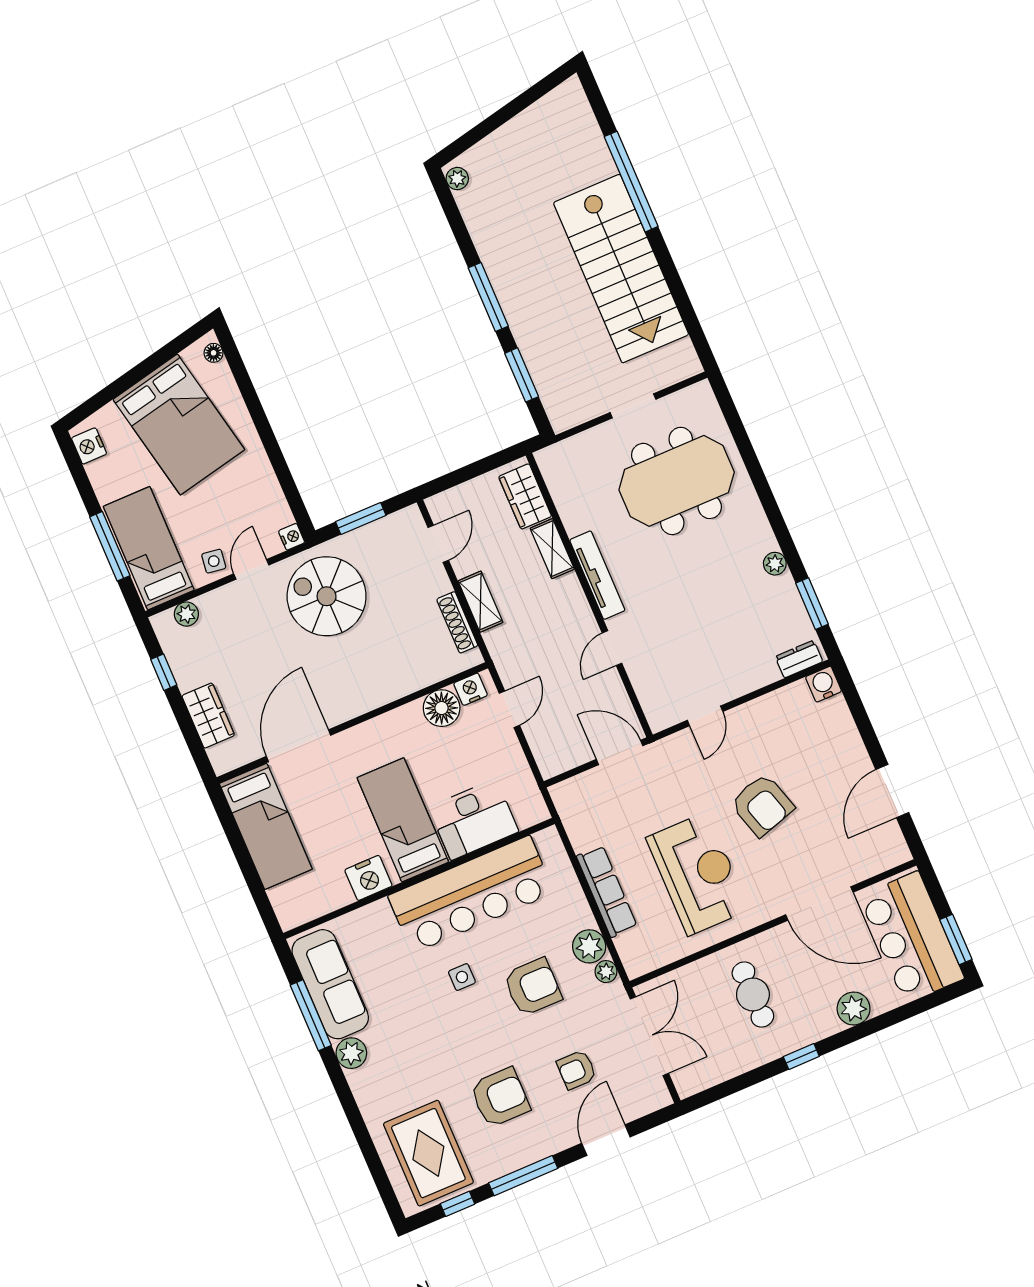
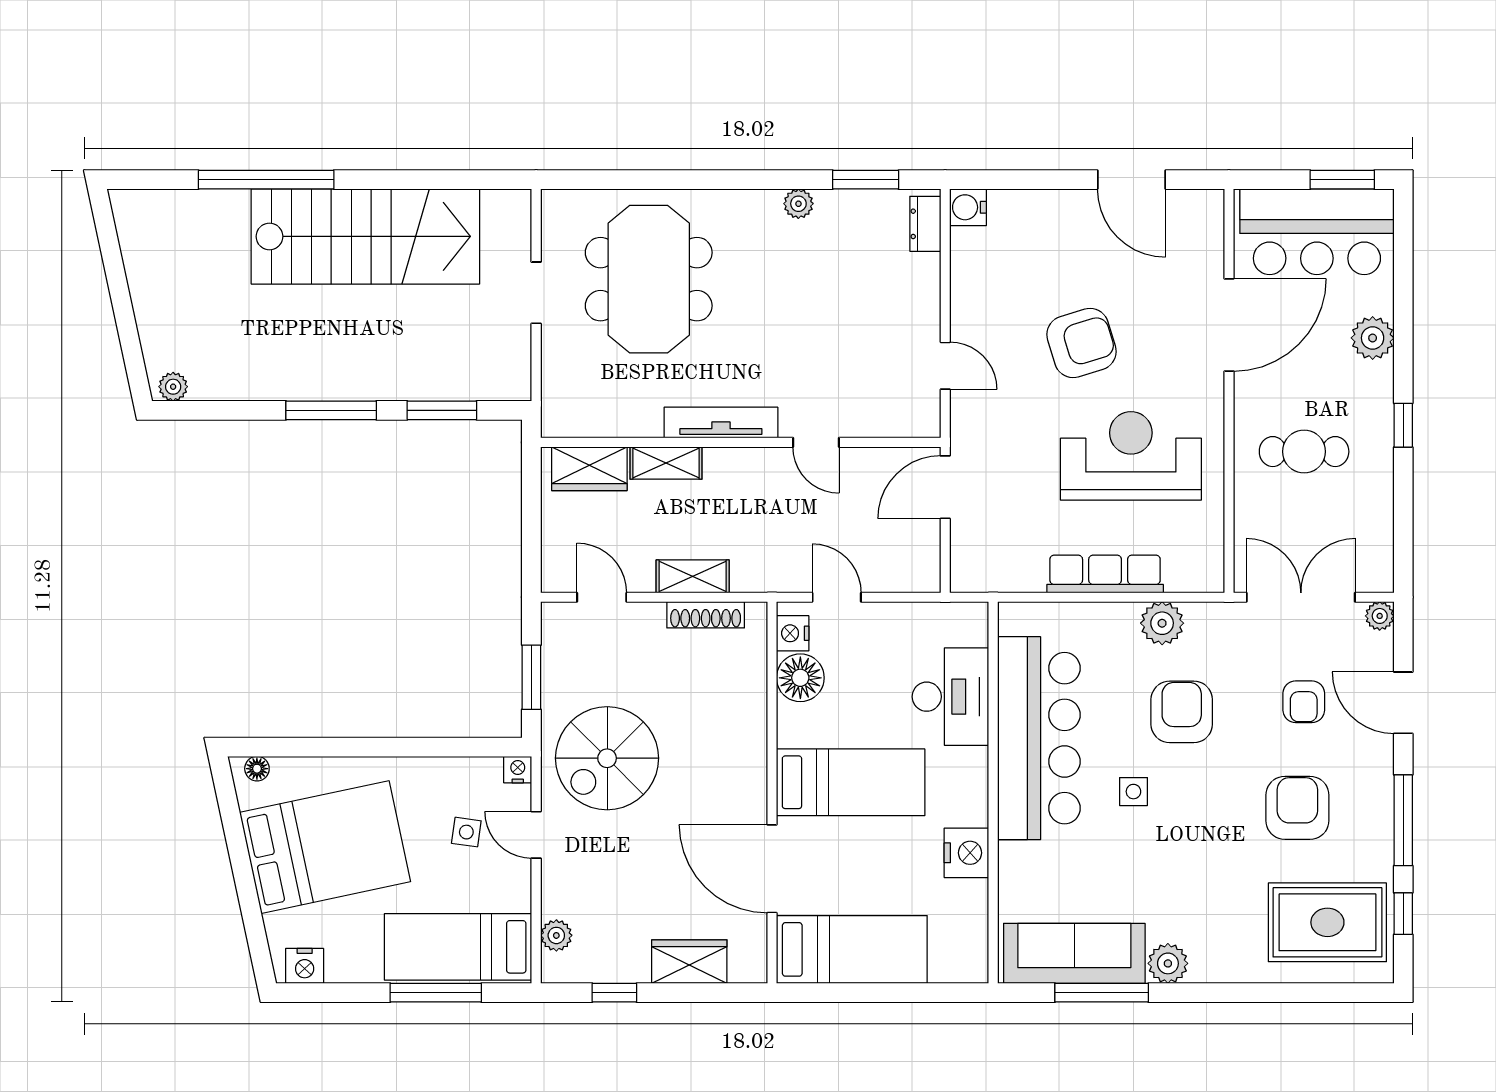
side table: (214, 561) -> (466, 832), moved
bed: (403, 820) -> (851, 782), moved, turned 180
plant: (606, 972) -> (1380, 616), moved

